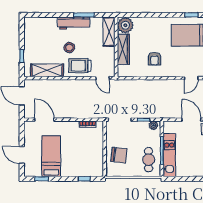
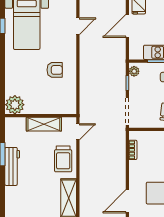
shelving: (109, 32) -> (44, 124), moved
stool: (69, 47) -> (41, 171), removed
wardrobe: (123, 49) -> (44, 107), removed
door: (191, 78) -> (78, 26), hinge flipped

